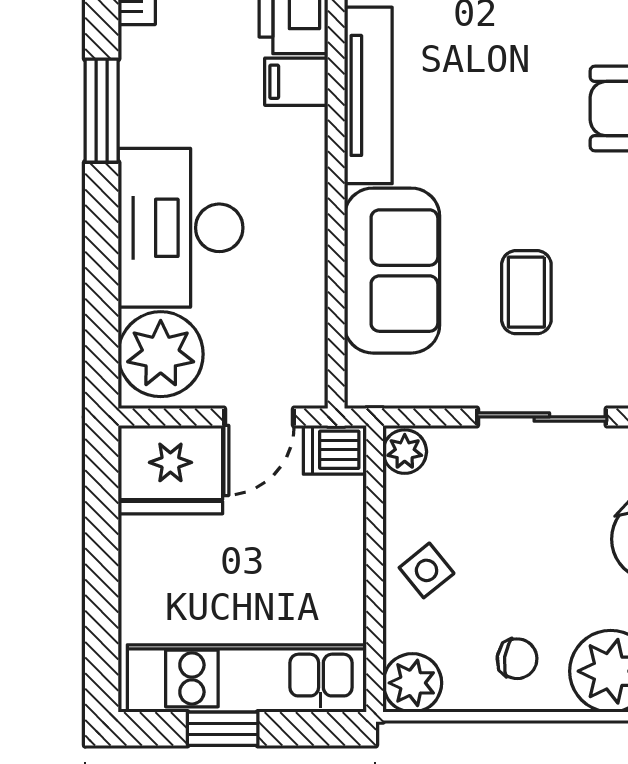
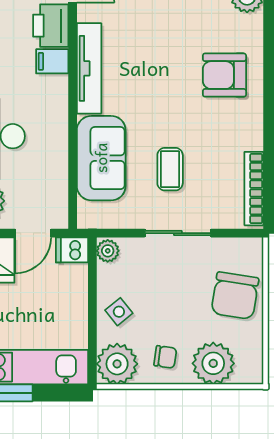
plant: (412, 683) -> (117, 364), width x1.36, depth x1.36

